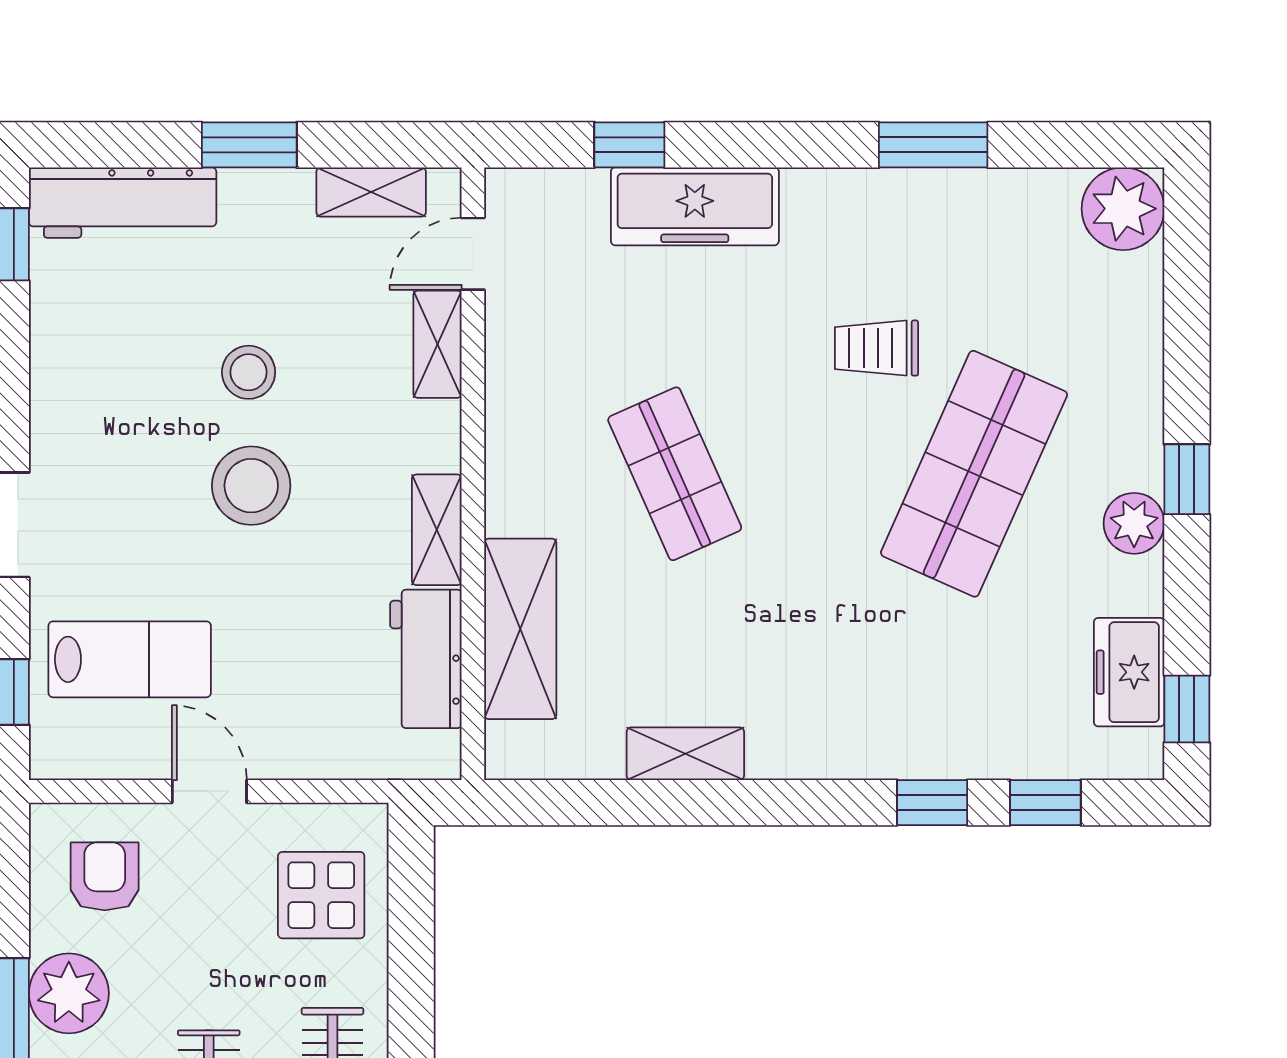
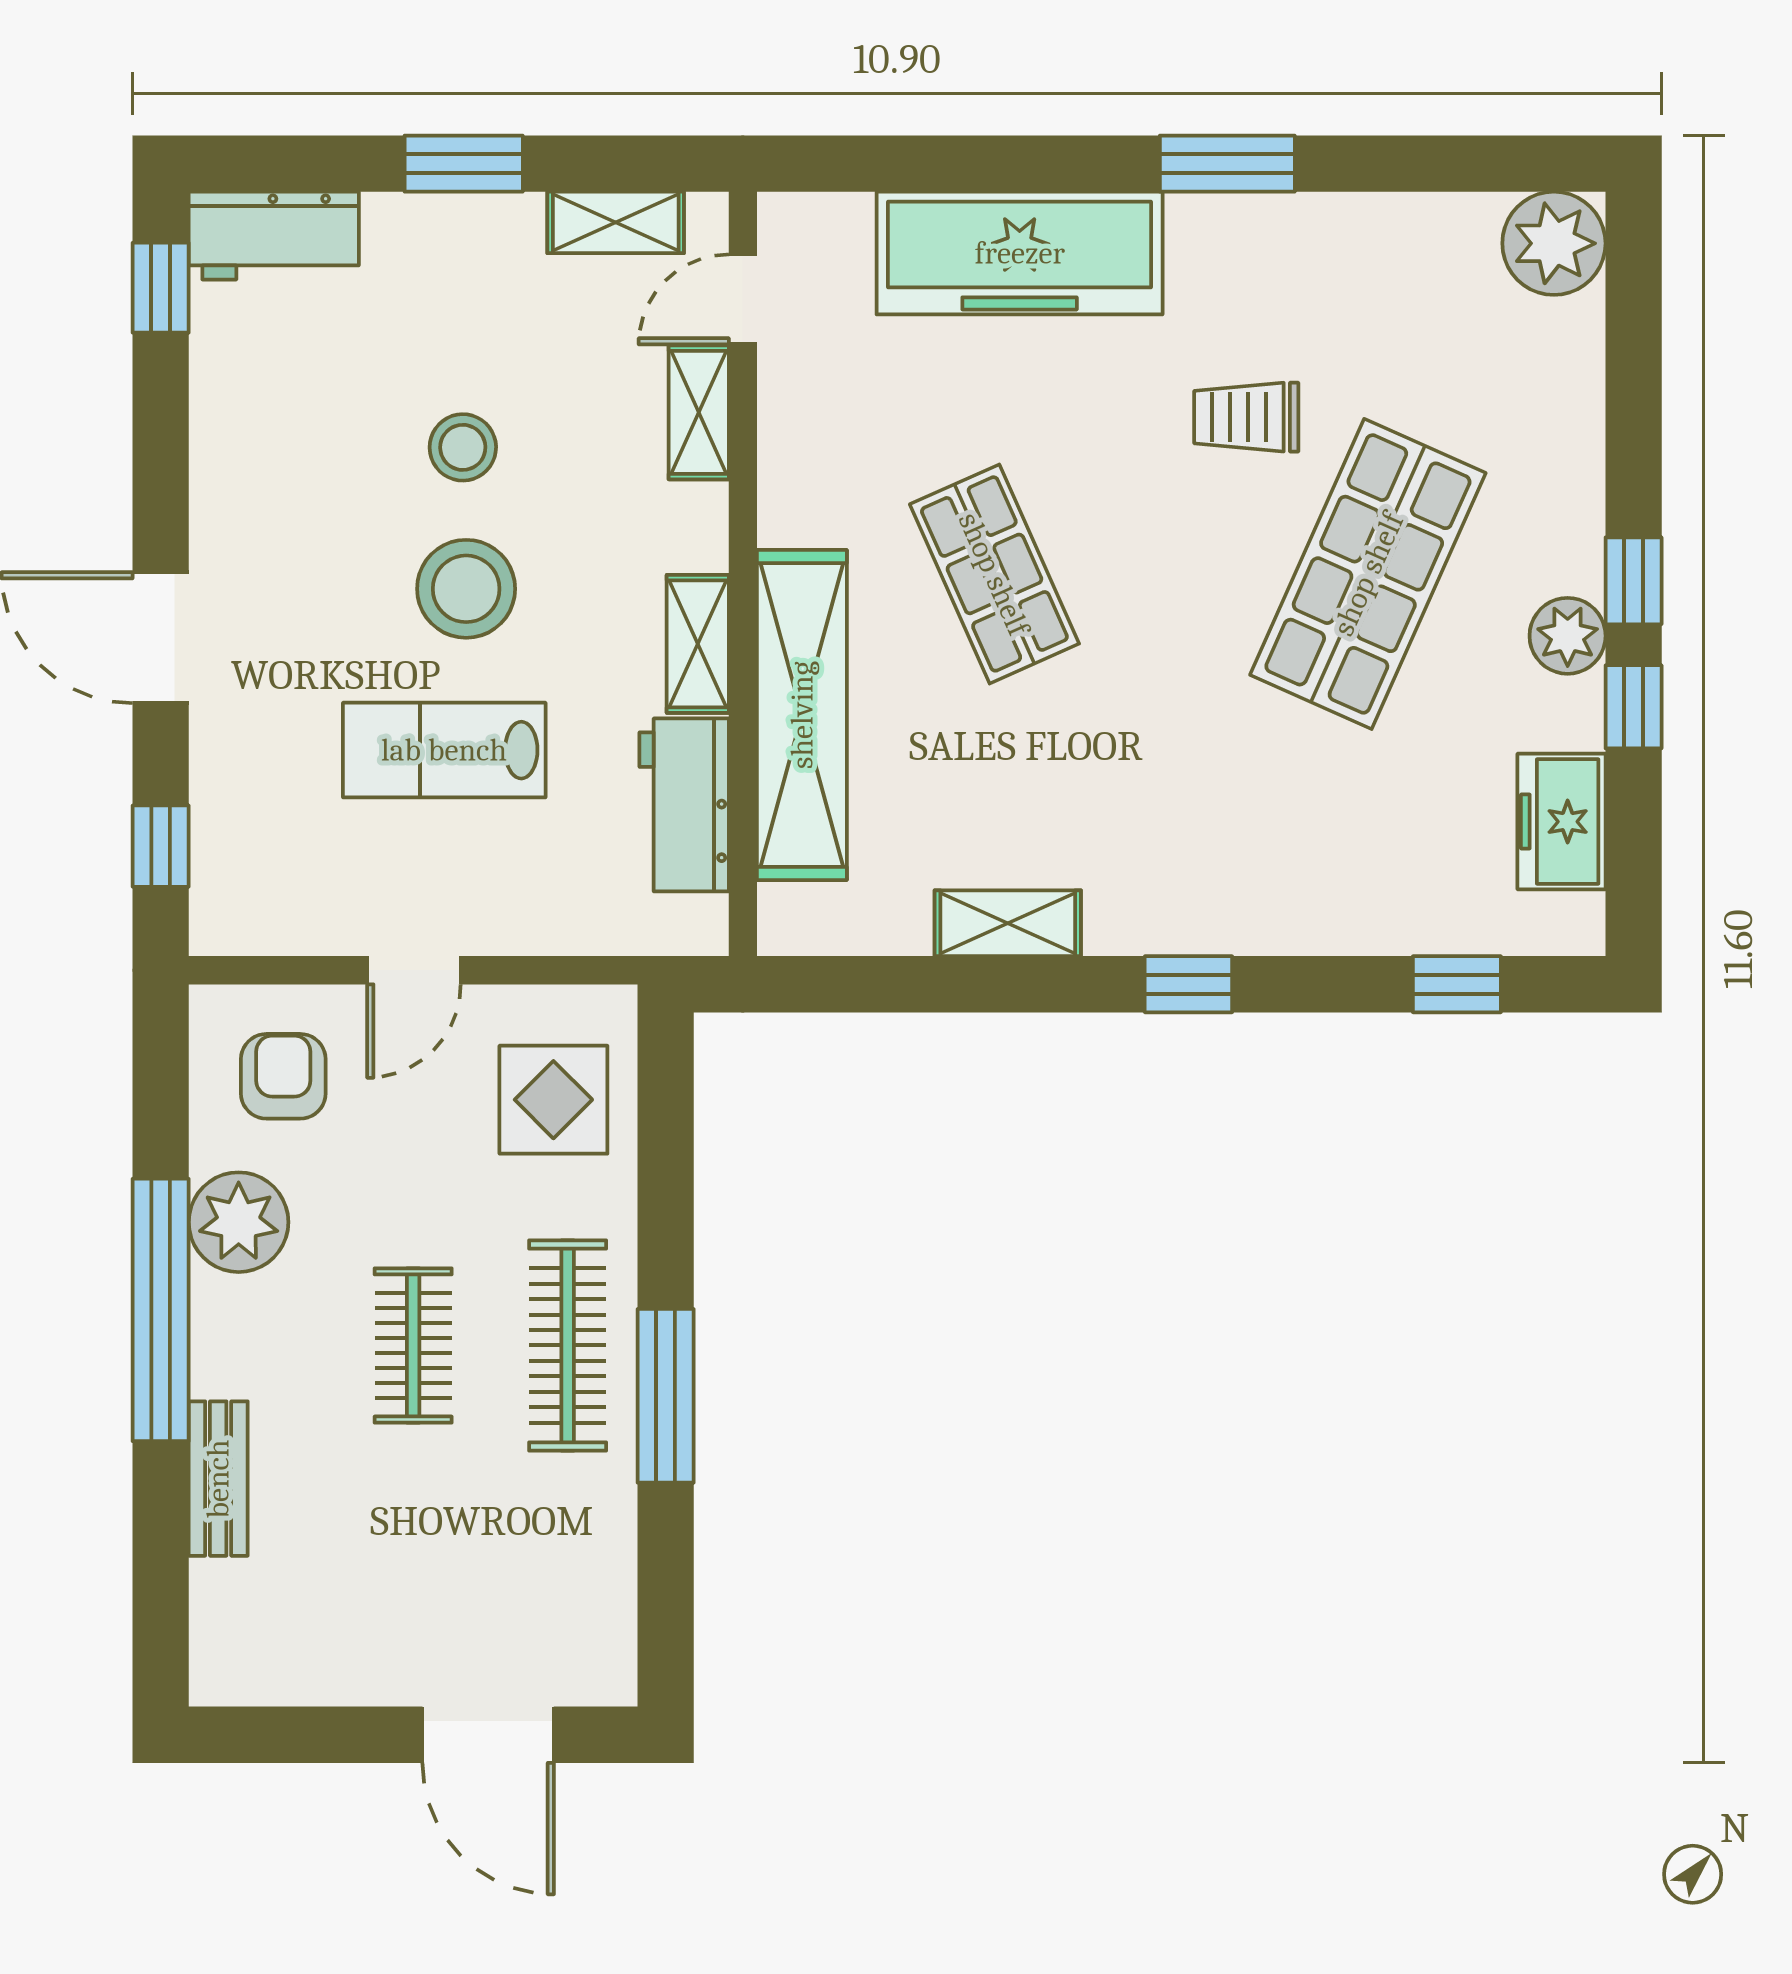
window: (629, 145) -> (938, 164), removed
window: (933, 145) -> (1227, 164), moved
workbench: (123, 203) -> (274, 236), width x0.73
freezer: (695, 206) -> (1020, 253), width x1.36, depth x1.26
shelving: (520, 629) -> (802, 715), width x1.47
lab bench: (130, 659) -> (444, 750), moved, turned 180
window: (1187, 709) -> (1634, 707), moved
door: (209, 791) -> (414, 970), swing flipped
window: (932, 803) -> (1188, 984), moved

